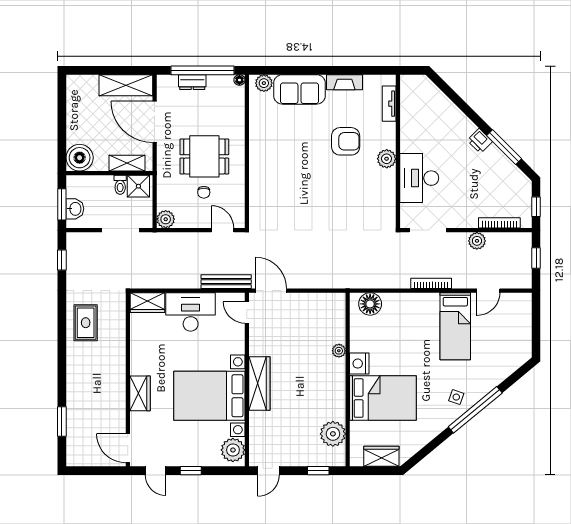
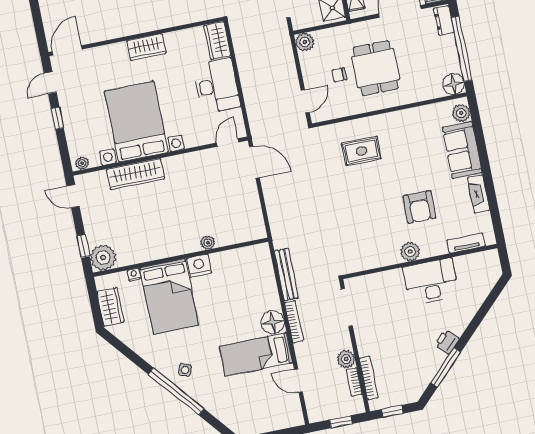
floor lamp: (239, 80) -> (454, 84), width x1.89, depth x1.89
dresser: (192, 82) -> (444, 21), moved
desk: (419, 178) -> (431, 282), moved
rug: (281, 186) -> (362, 151), added
bookcase: (500, 238) -> (354, 382), added
bench: (226, 282) -> (286, 274), moved
door: (271, 291) -> (254, 162), hinge flipped
floor lamp: (370, 304) -> (273, 322), moved
wardrobe: (259, 384) -> (135, 174), moved
wardrobe: (140, 393) -> (146, 47), moved
nightstand: (355, 428) -> (134, 274), added
plant: (333, 434) -> (103, 257), moved
plant: (233, 450) -> (82, 163), width x0.53, depth x0.53

